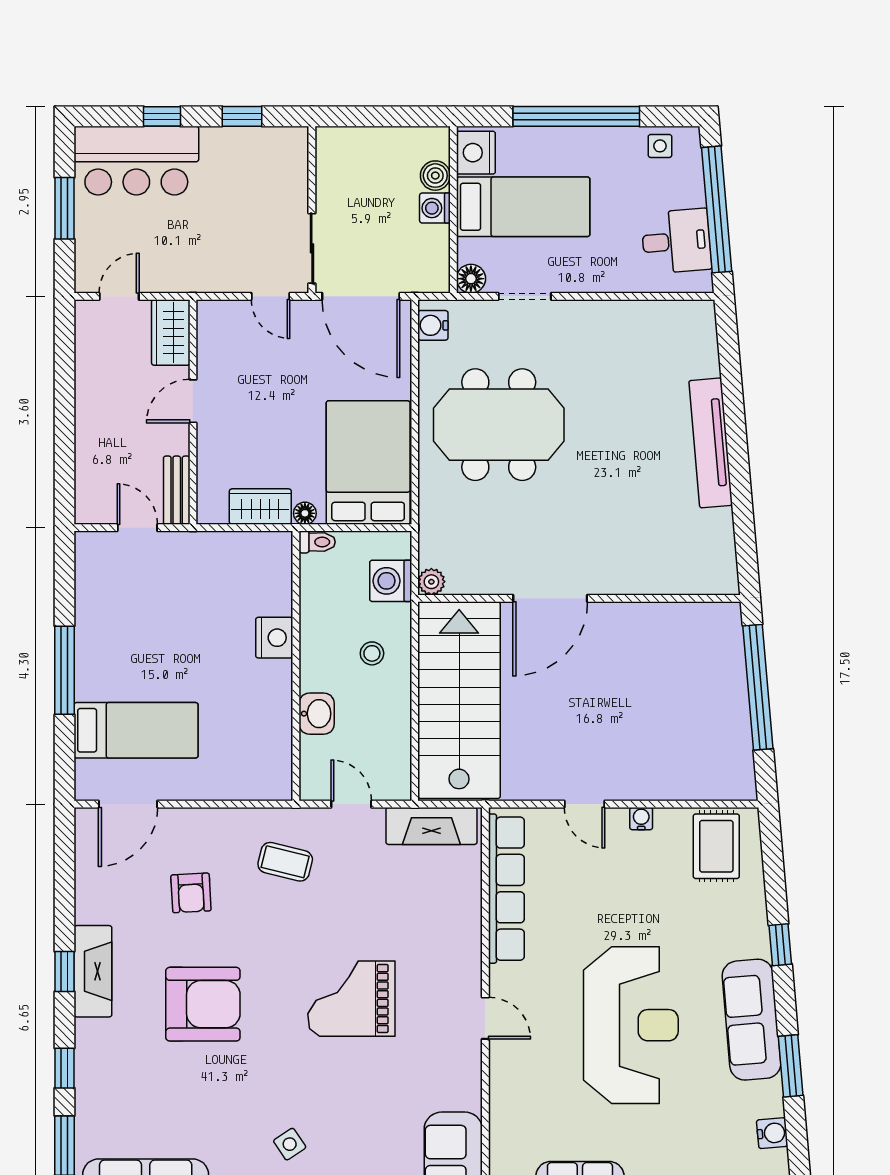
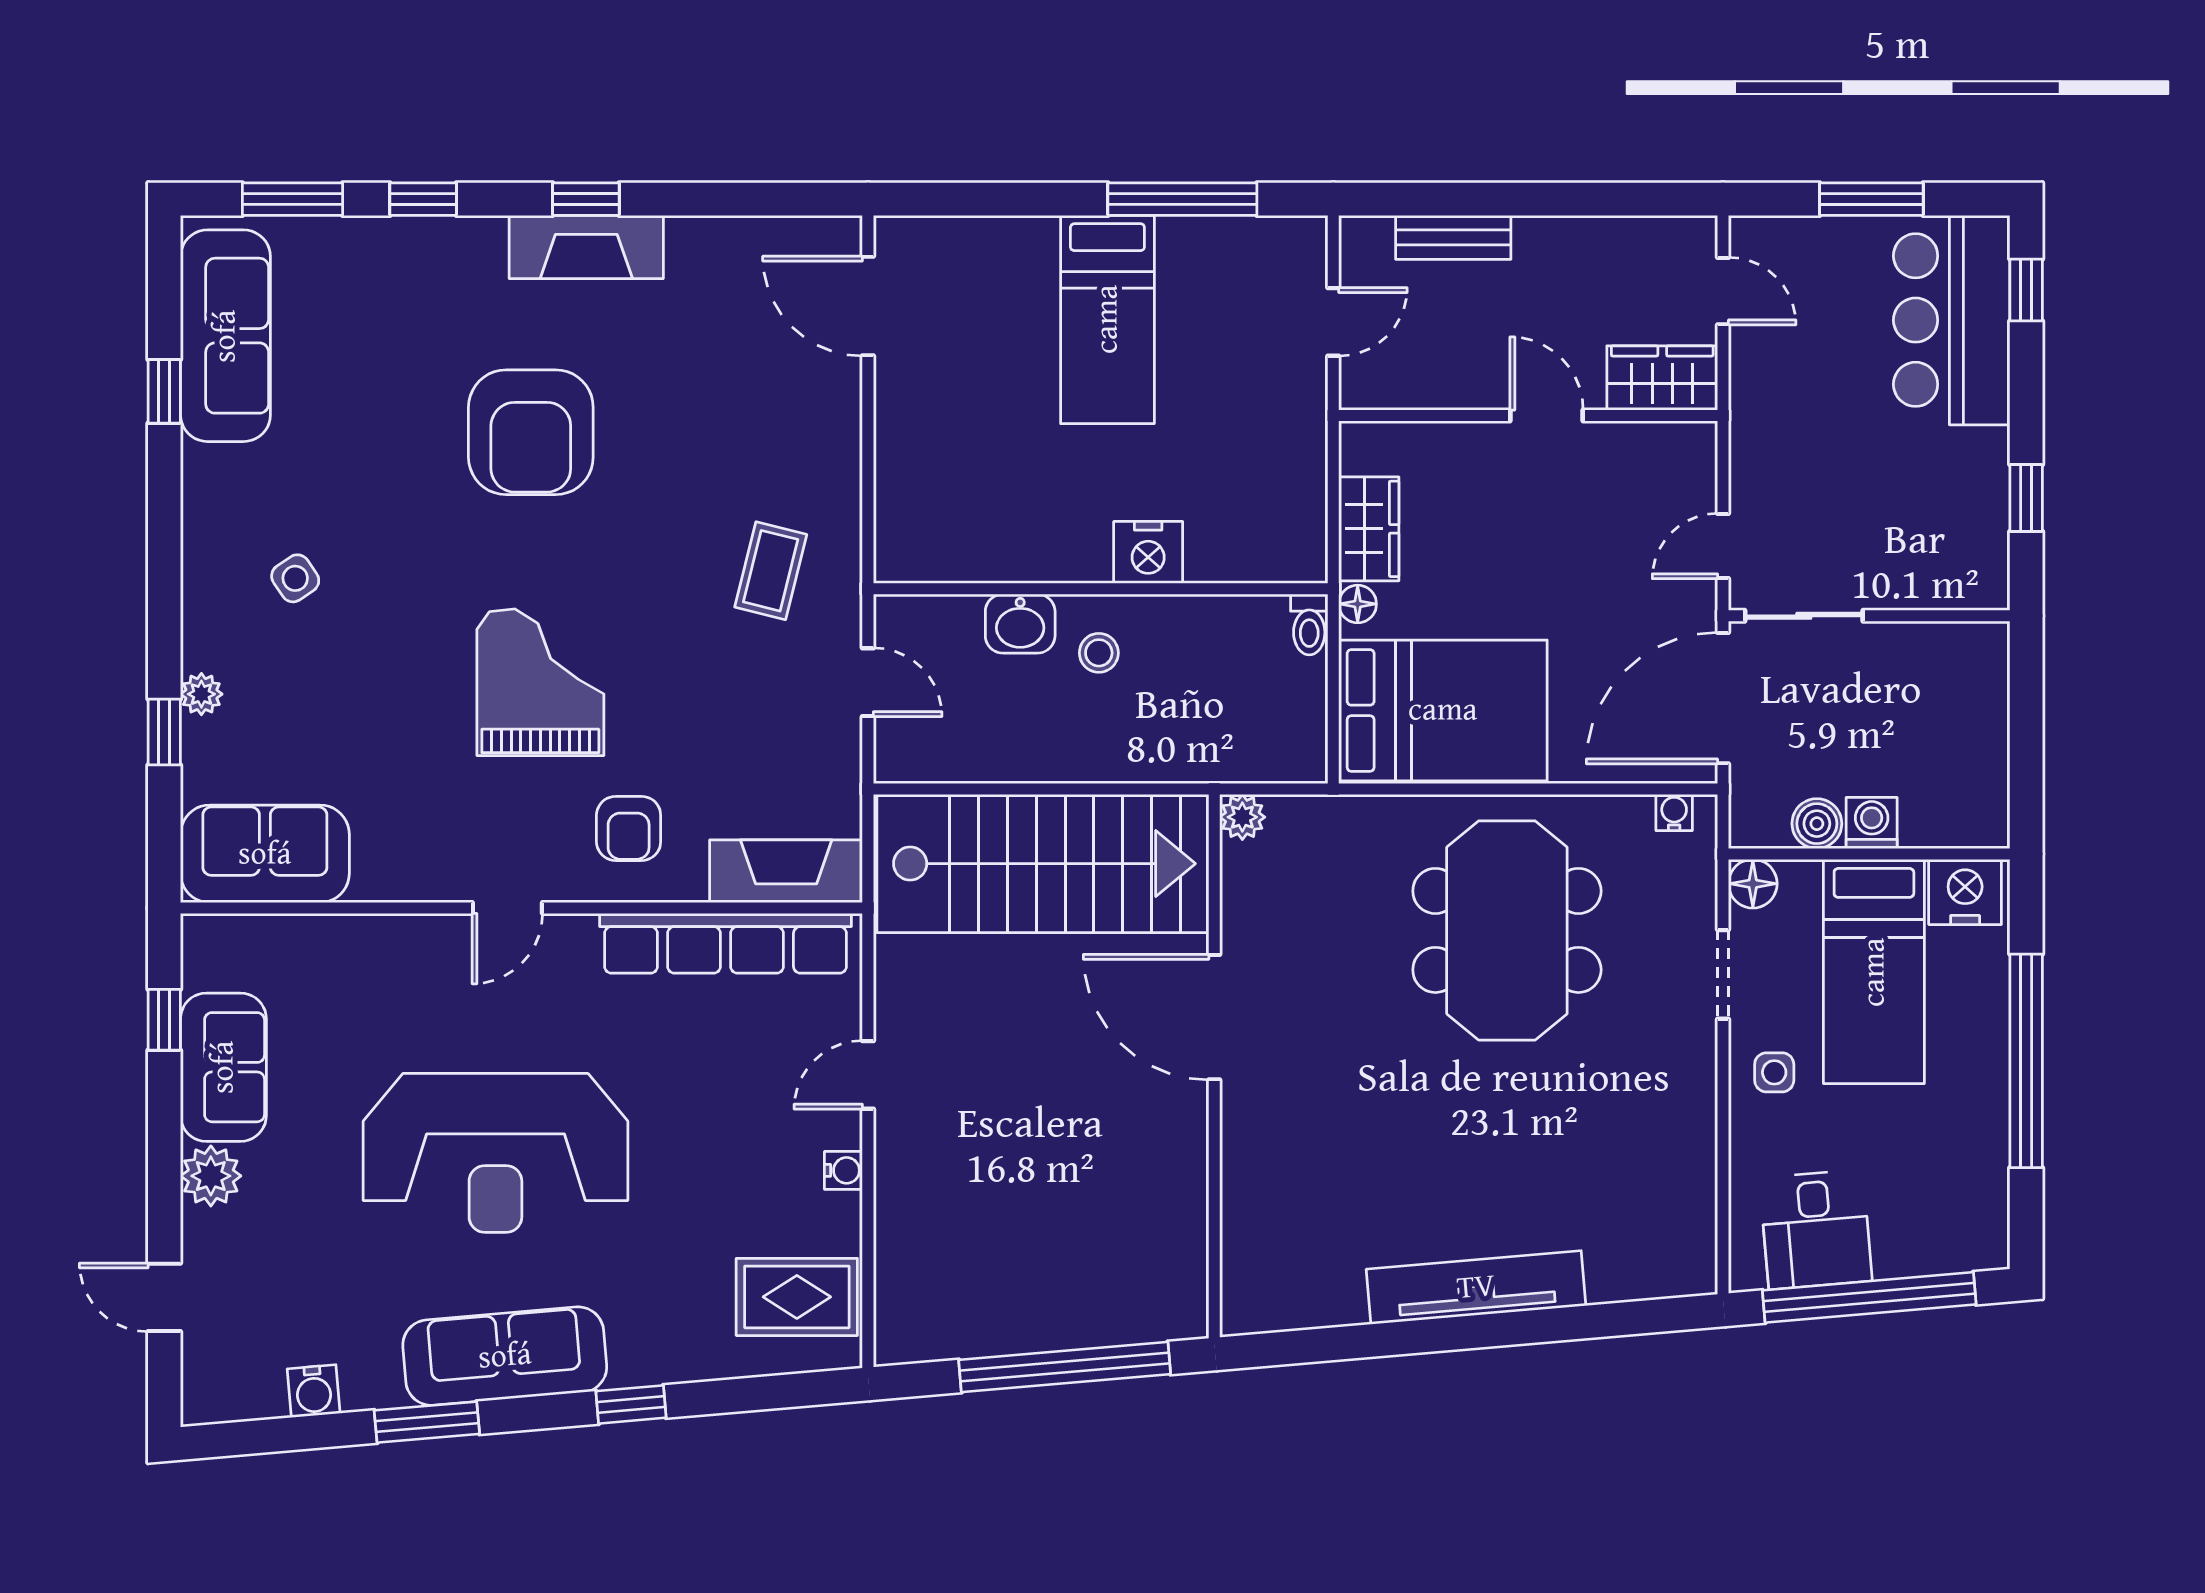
window: (162, 116) -> (2026, 290), moved
side table: (660, 146) -> (1774, 1072), moved
boiler: (435, 176) -> (1817, 824), moved
water cooler: (433, 325) -> (1674, 813), width x0.72, depth x0.72
bench: (177, 490) -> (1453, 237), moved
washing machine: (391, 581) -> (1244, 748), removed
stool: (372, 653) -> (1099, 653), moved
window: (64, 670) -> (1182, 199), moved
bed: (136, 730) -> (1107, 319), moved
door: (351, 804) -> (868, 682), hinge flipped
fireplace: (431, 826) -> (786, 871), moved, turned 90
armchair: (191, 893) -> (629, 828), moved, turned -87

